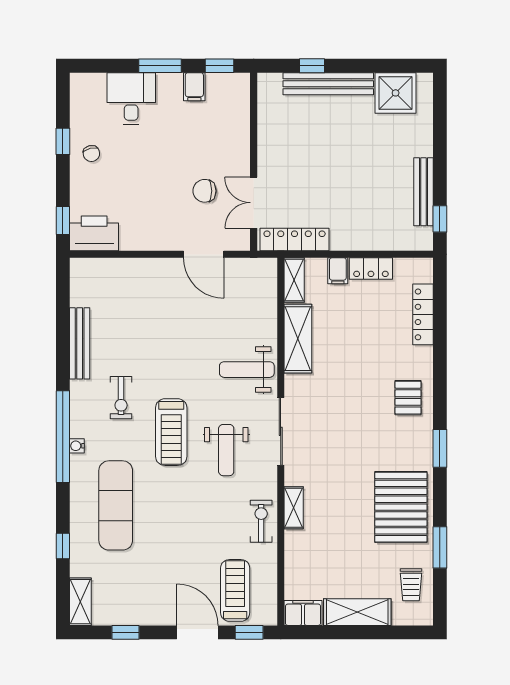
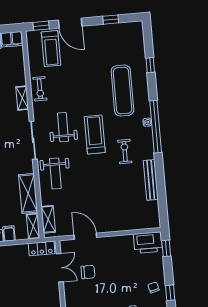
locker: (295, 239) -> (42, 248), width x0.66
weight bench: (247, 370) -> (55, 173), turned 90
shelving: (80, 602) -> (48, 219), moved

